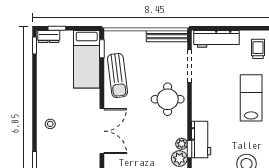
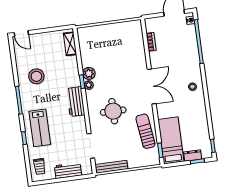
dresser: (49, 37) -> (193, 155), moved
workbench: (216, 39) -> (68, 170), width x0.73
round table: (168, 99) -> (113, 111), moved
double door: (102, 131) -> (152, 86), swing flipped
workbench: (201, 139) -> (76, 102), moved

